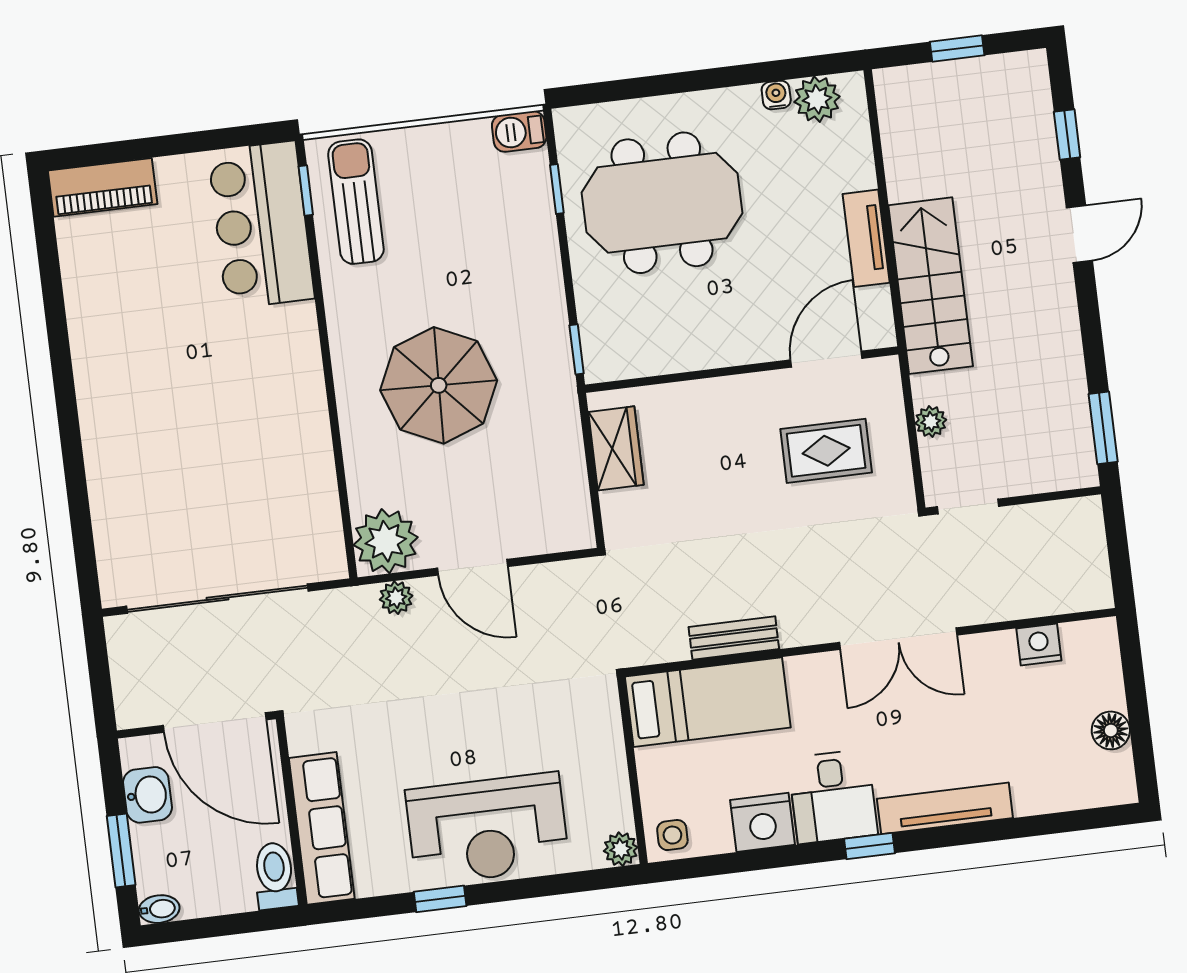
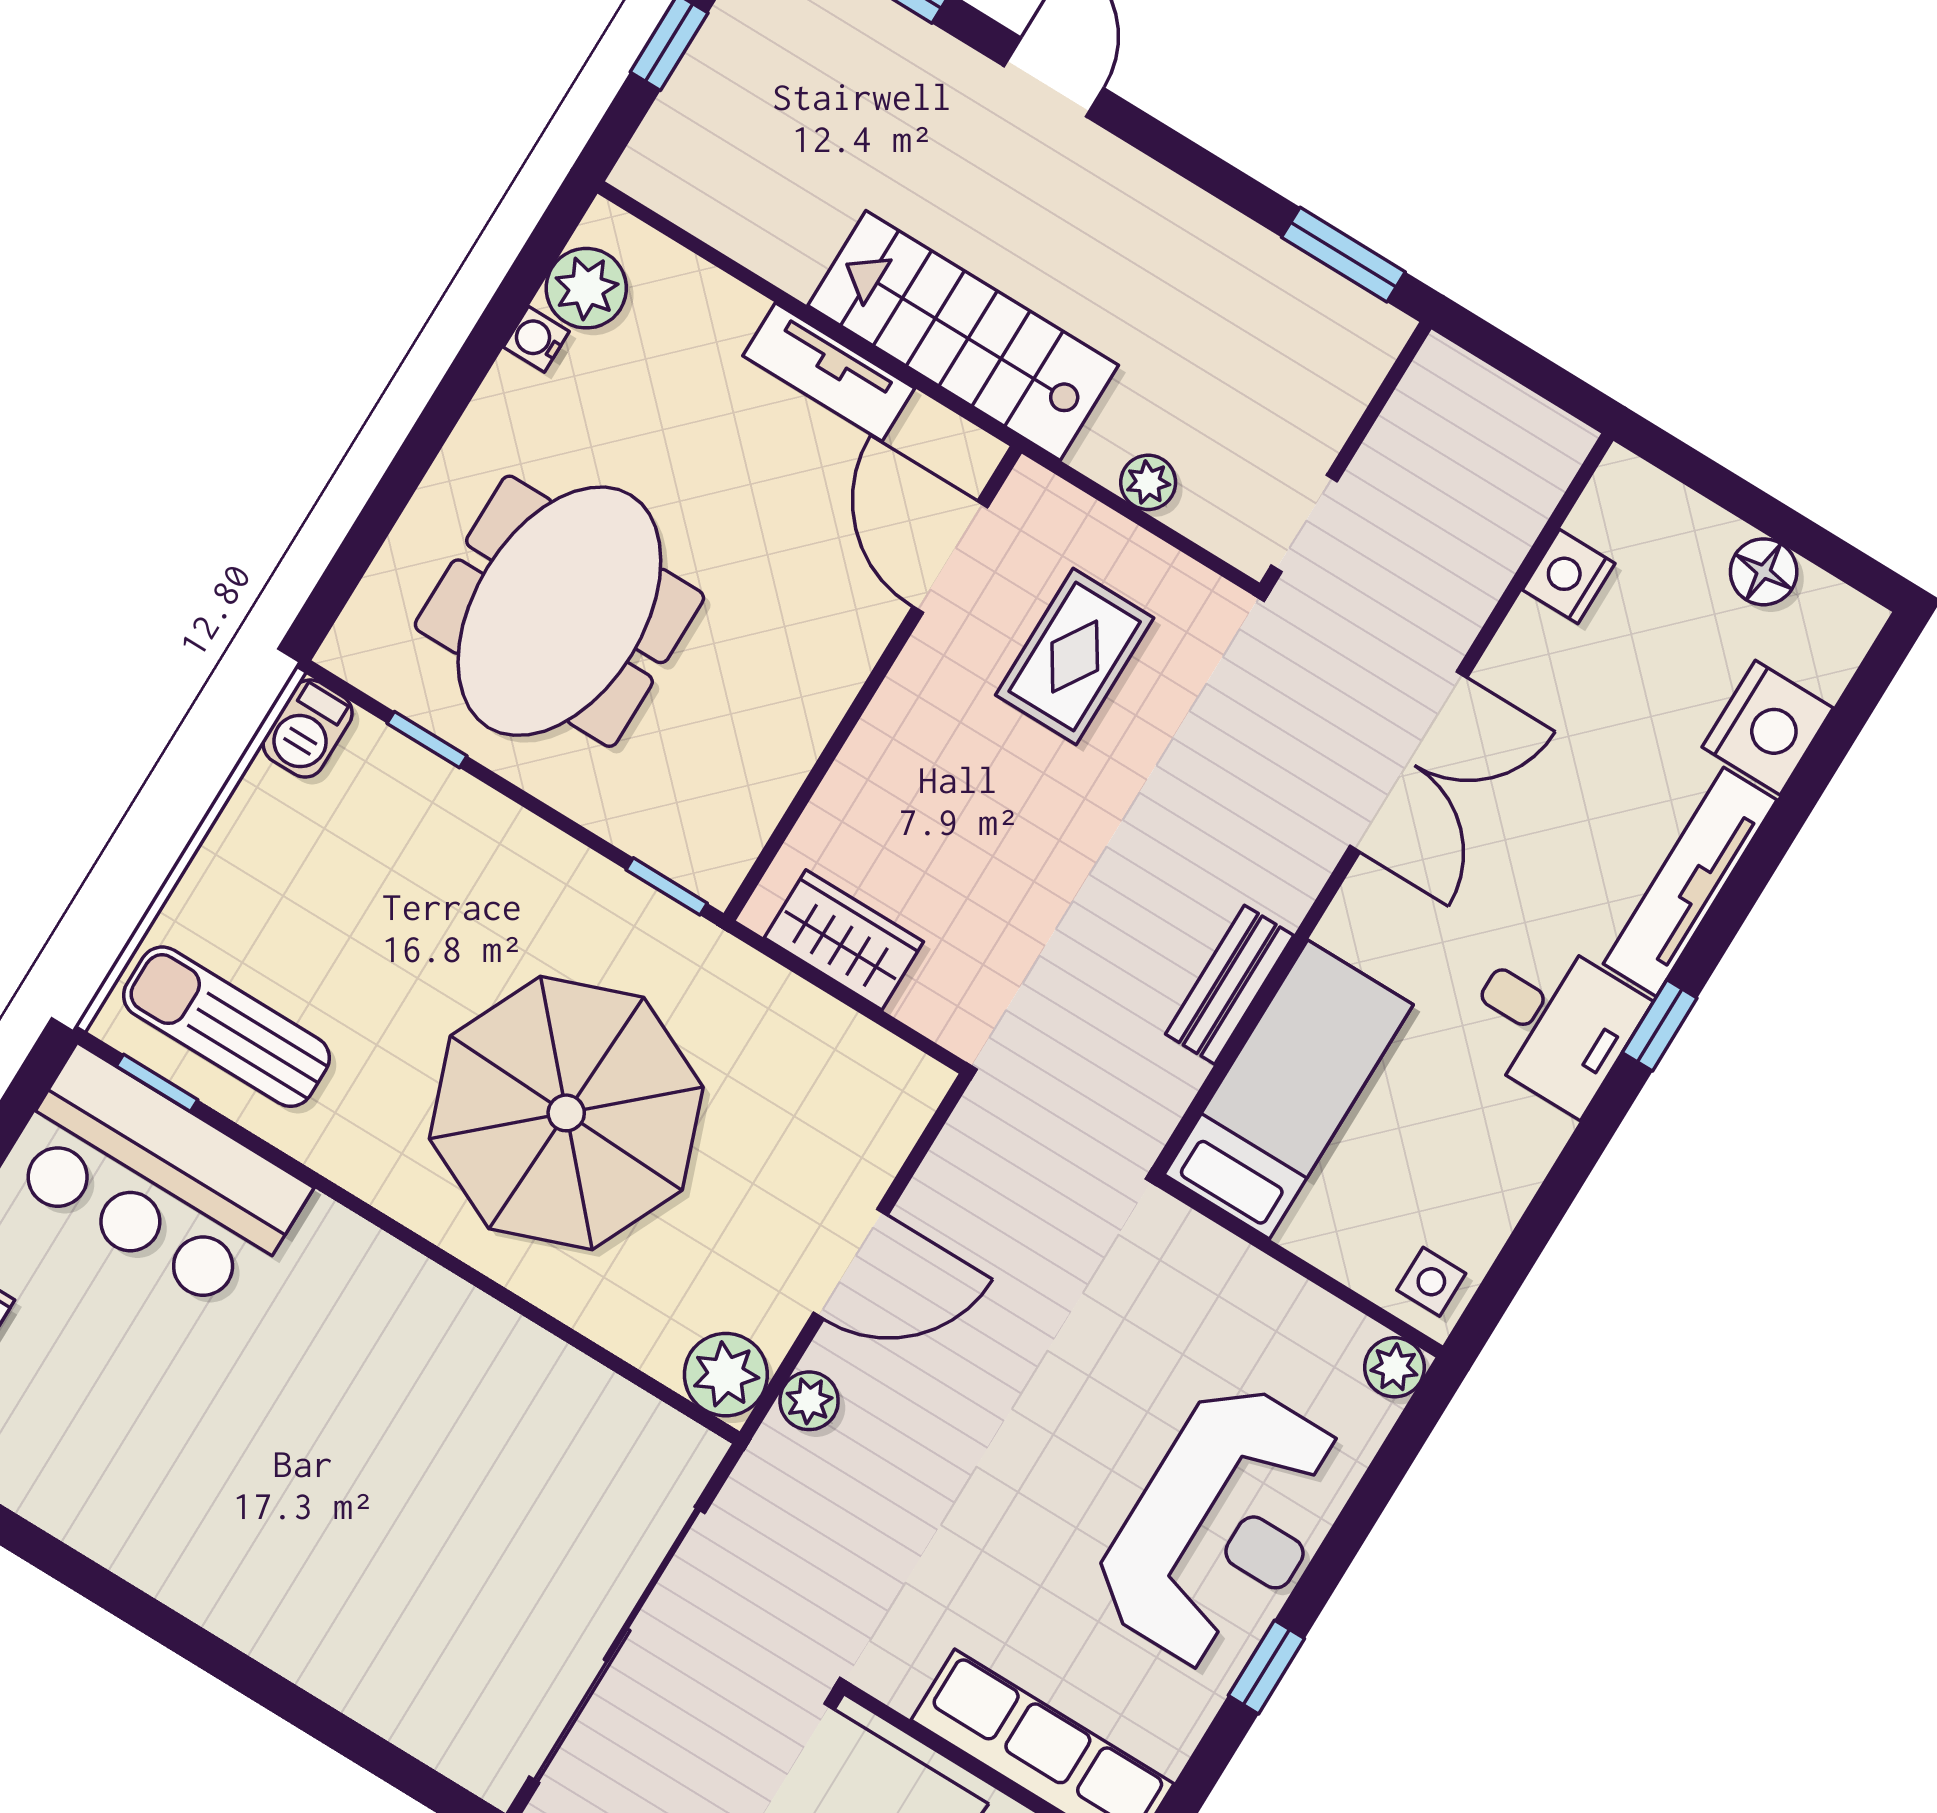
parasol: (439, 385) -> (566, 1113), width x1.36, depth x1.36
plant: (386, 541) -> (726, 1375), width x0.73, depth x0.73
nightstand: (763, 822) -> (1768, 728), moved

